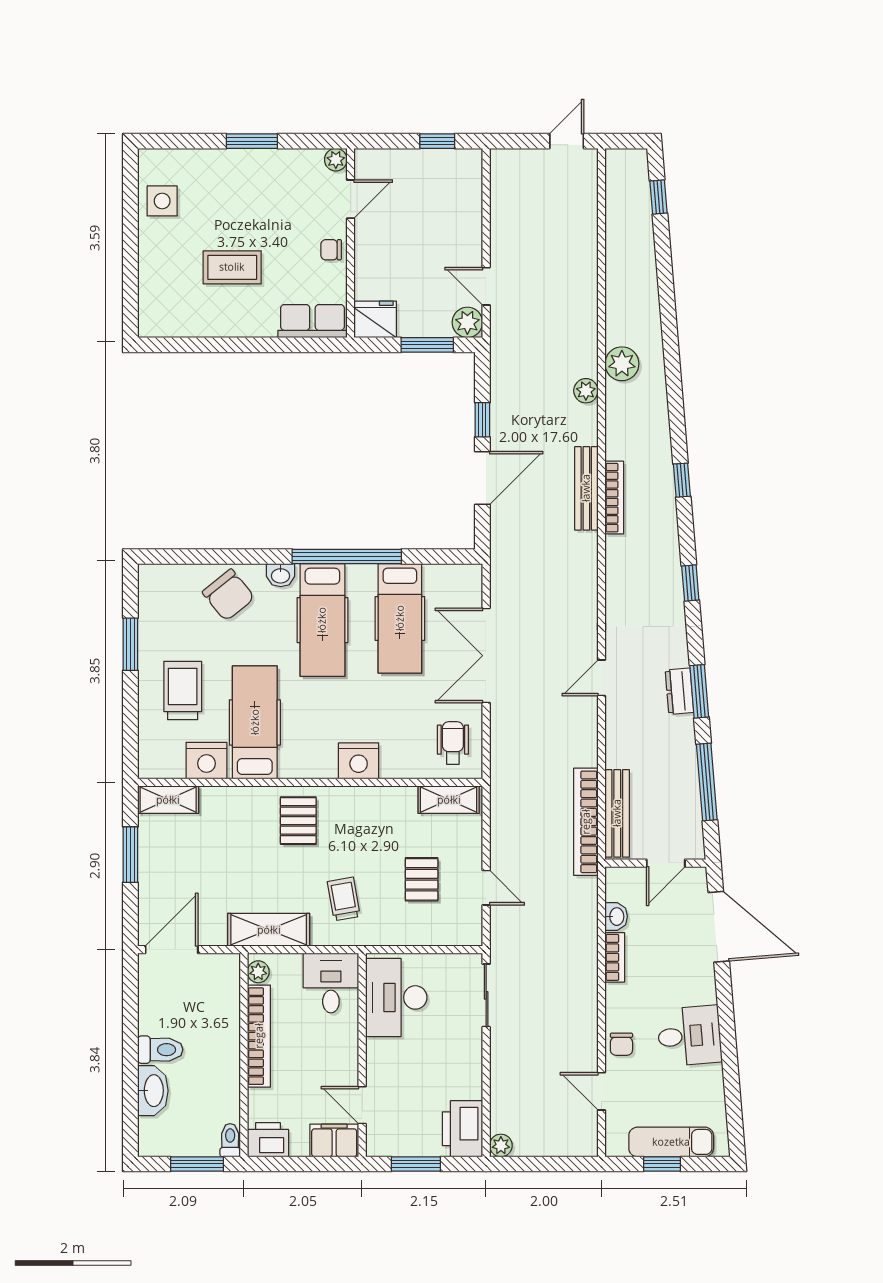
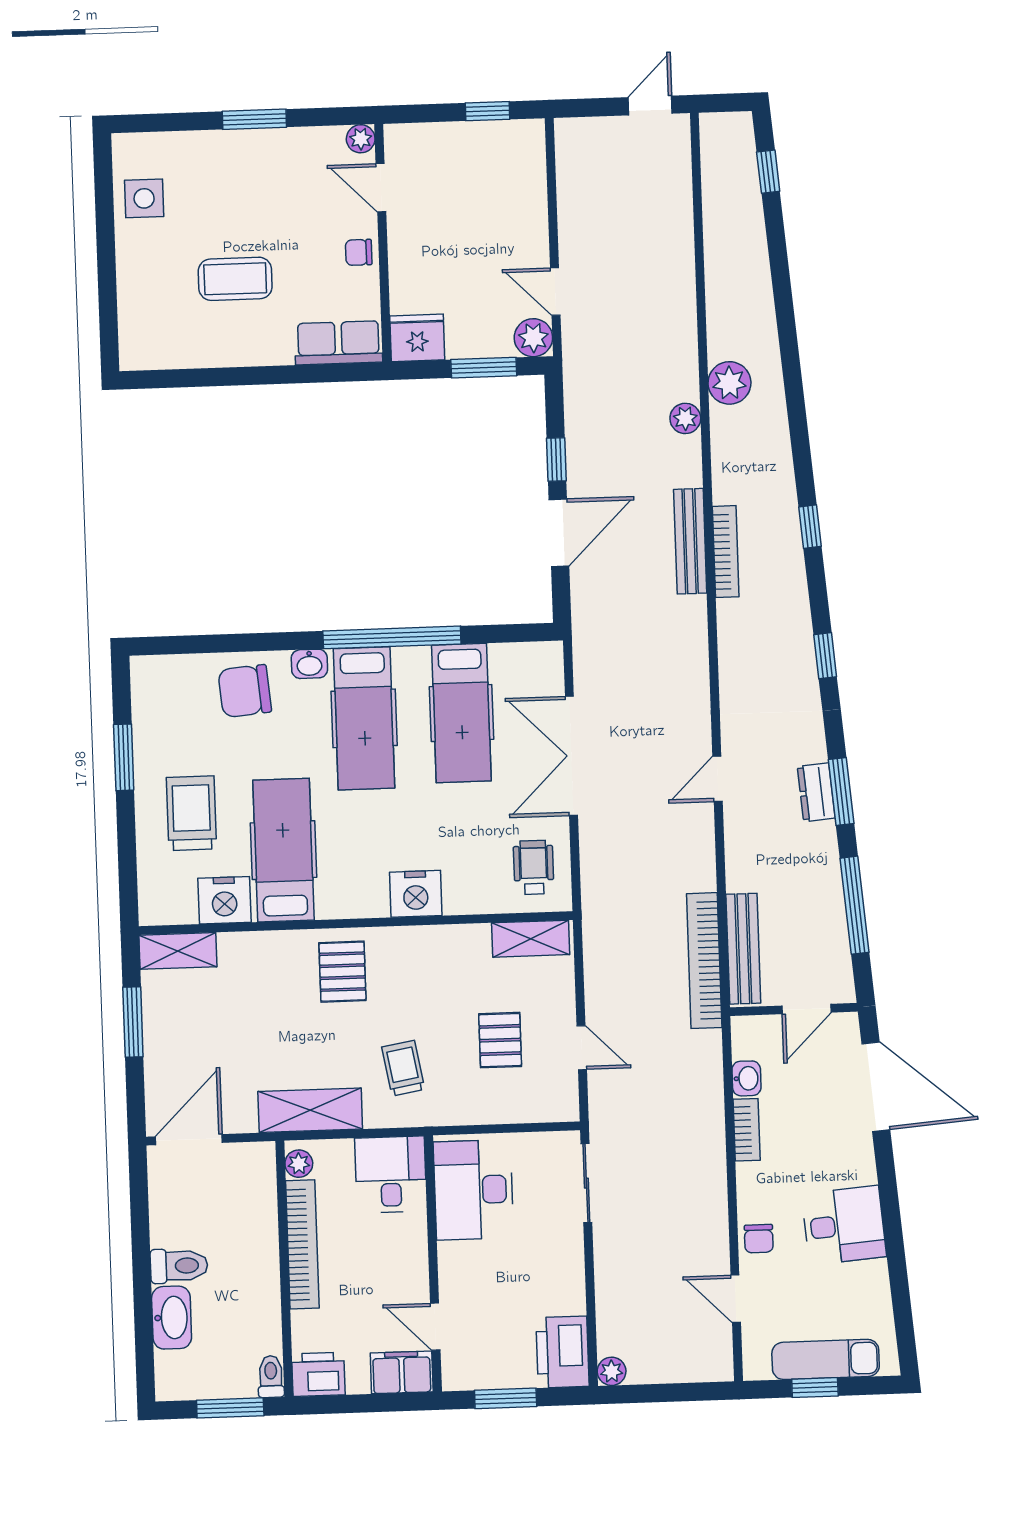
door: (351, 199) -> (381, 188), swing flipped
chair: (228, 595) -> (245, 691), turned 124

